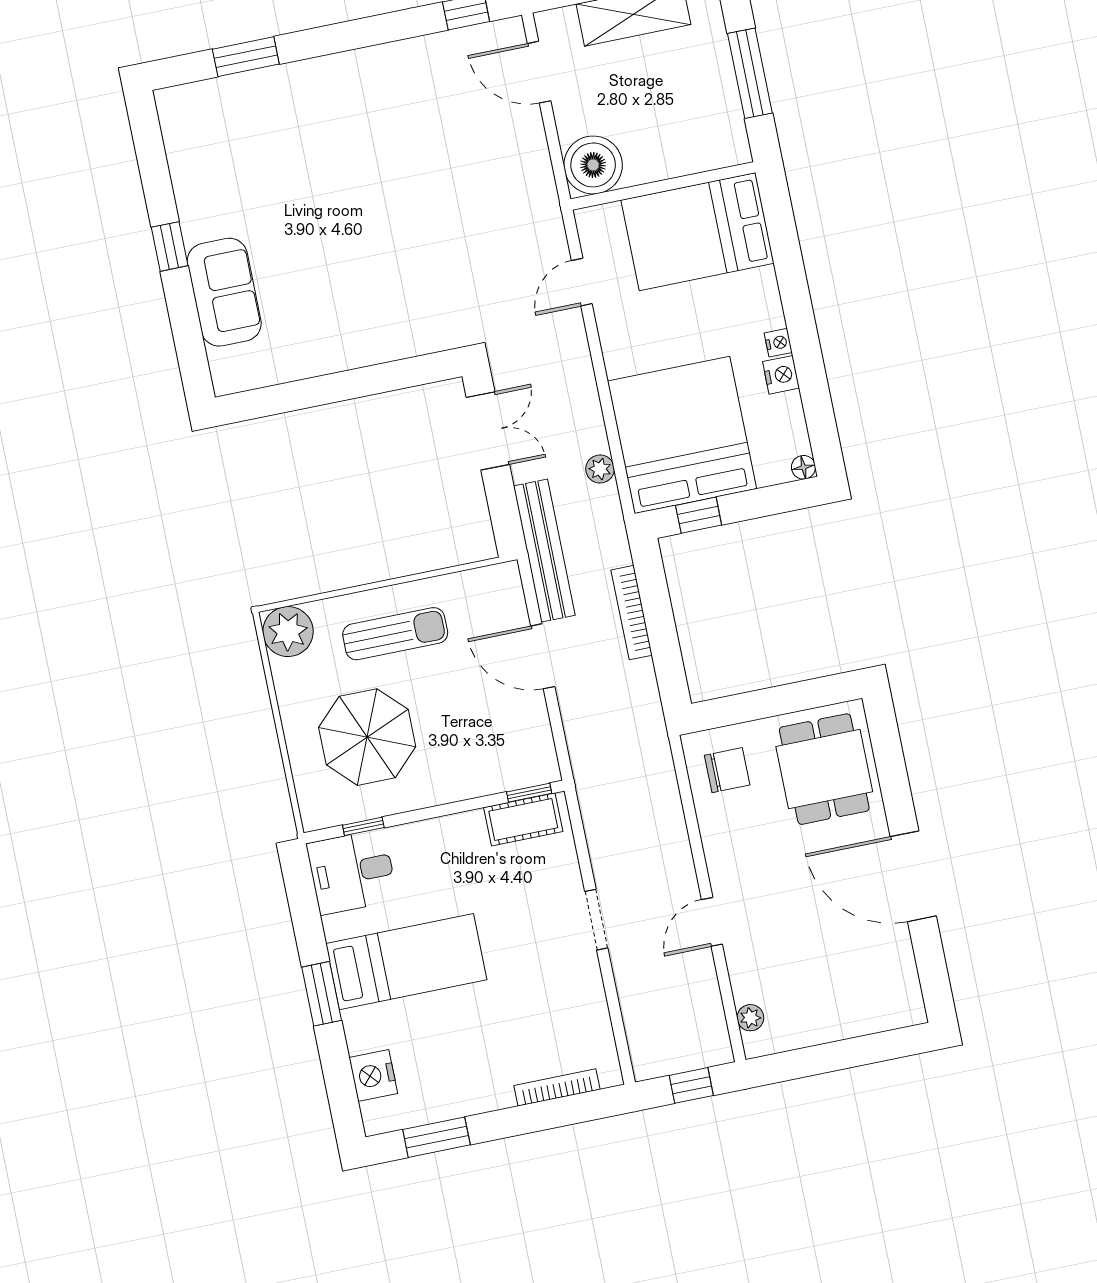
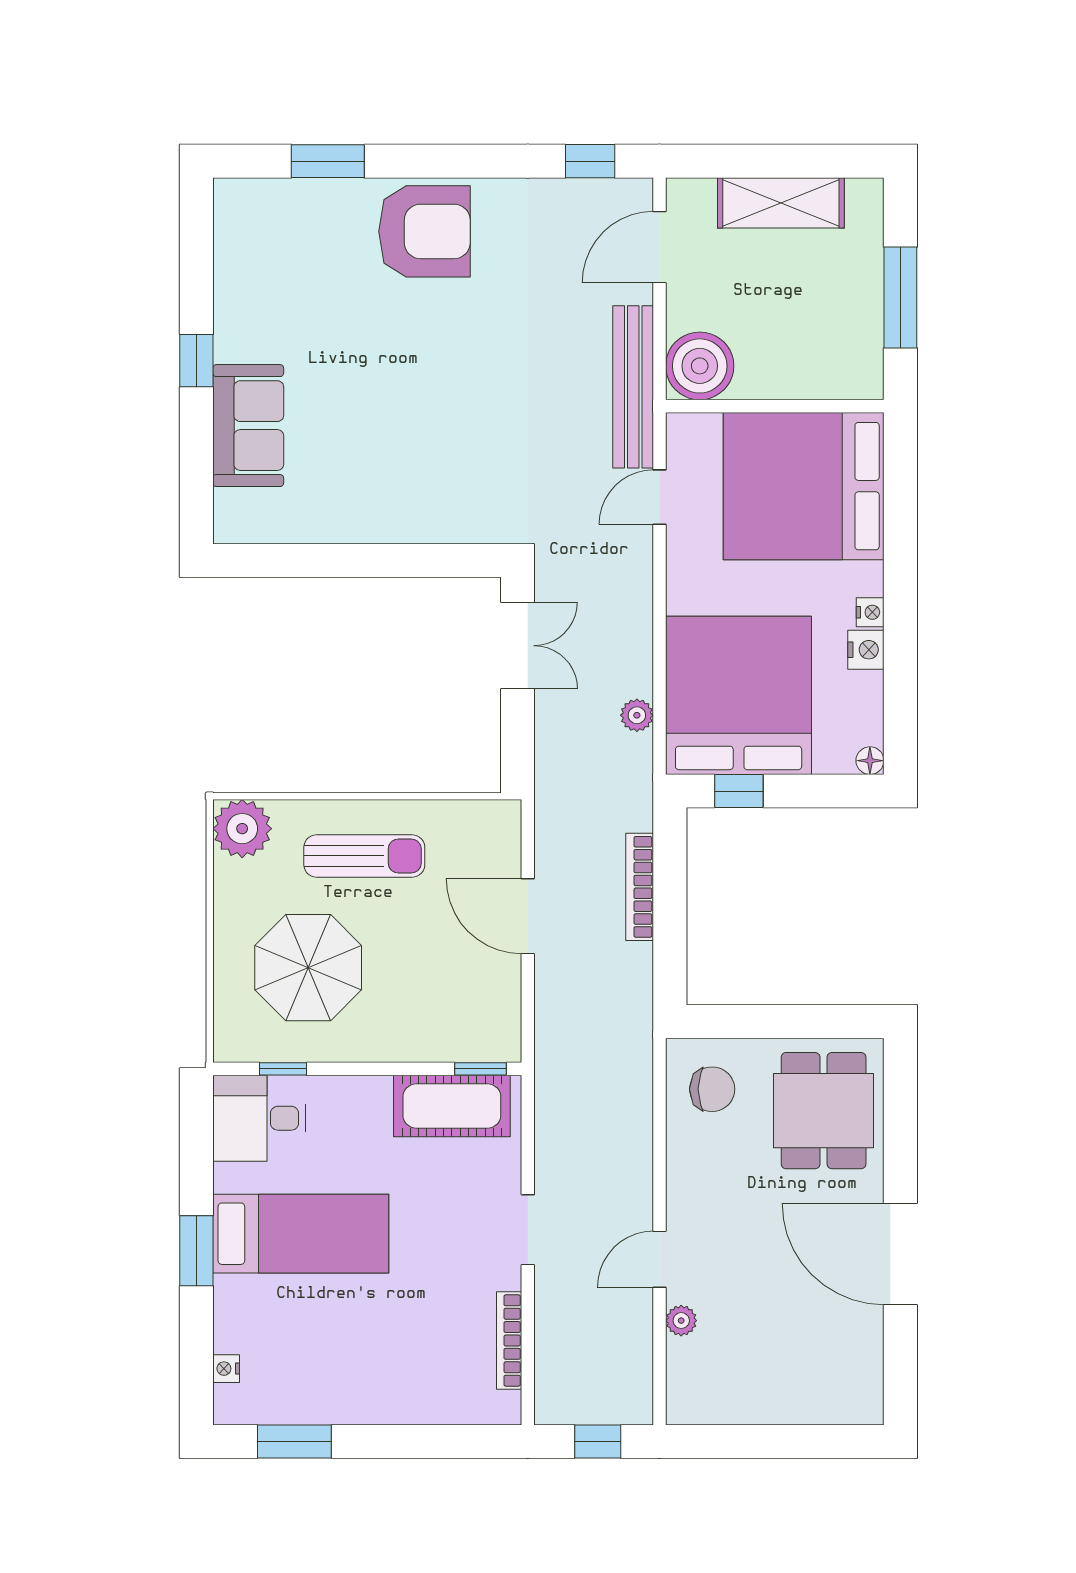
door: (539, 72) -> (660, 247), hinge flipped
armchair: (339, 99) -> (424, 231), added
bed: (698, 232) -> (804, 486), width x1.36
bench: (544, 551) -> (633, 387), moved
cot: (523, 819) -> (452, 1106), width x1.37, depth x1.34
plant: (750, 1018) -> (681, 1321), moved
nightstand: (373, 1075) -> (226, 1369), width x0.53, depth x0.56
bookcase: (557, 1087) -> (509, 1340), moved, turned -90

